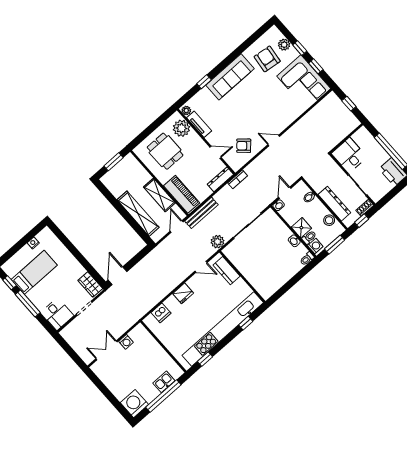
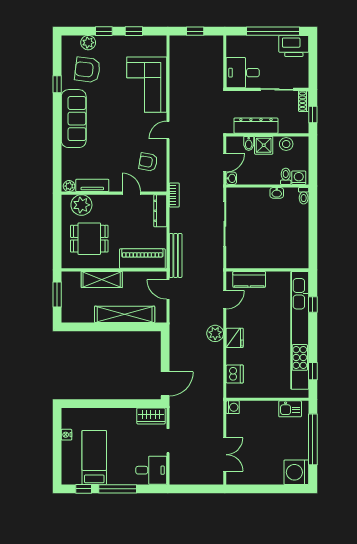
window: (204, 82) -> (57, 84), moved
corner sofa: (304, 82) -> (147, 85), moved, turned 90
armchair: (244, 146) -> (148, 162), turned 58
door: (216, 152) -> (131, 193), hinge flipped
door: (285, 193) -> (225, 163), swing flipped
shelving: (159, 195) -> (102, 279), moved
dresser: (334, 204) -> (256, 126), moved
shower: (301, 228) -> (264, 145), moved
plant: (218, 242) -> (215, 333), moved
window: (335, 245) -> (313, 159), removed
door: (117, 276) -> (165, 384), swing flipped
washing machine: (126, 342) -> (233, 407), moved
double door: (107, 350) -> (225, 455), swing flipped
kitchen sink: (164, 382) -> (290, 409), moved, turned -90

